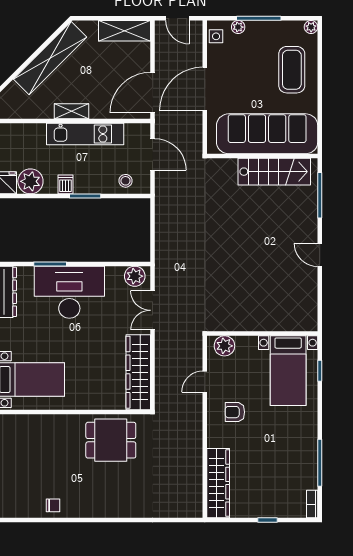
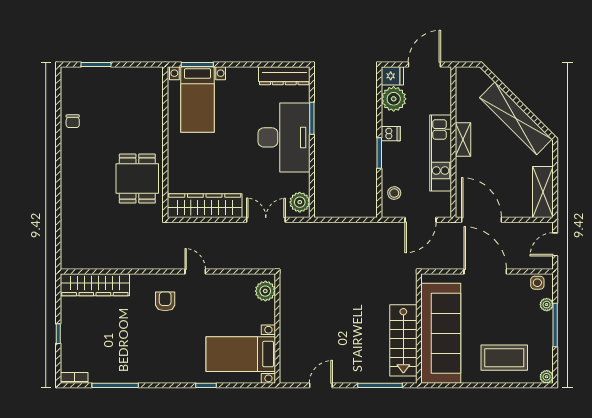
wall: (262, 334) -> (277, 328), moved
plant: (224, 346) -> (265, 291), moved
bed with nightstands: (288, 371) -> (241, 354), moved

